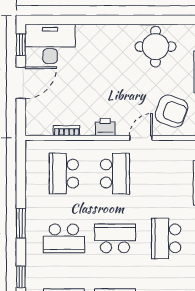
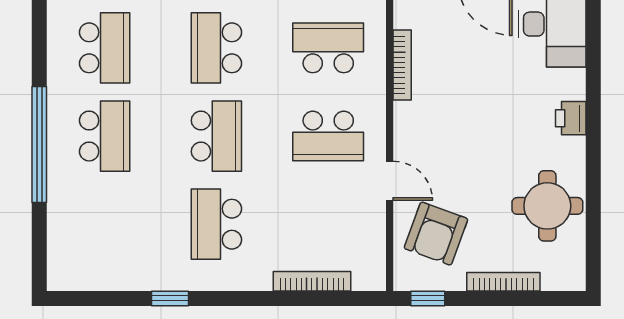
printer: (105, 127) -> (571, 118), moved, turned 180
bookcase: (67, 131) -> (402, 65), width x1.56
school desk: (166, 238) -> (216, 224), turned -90

